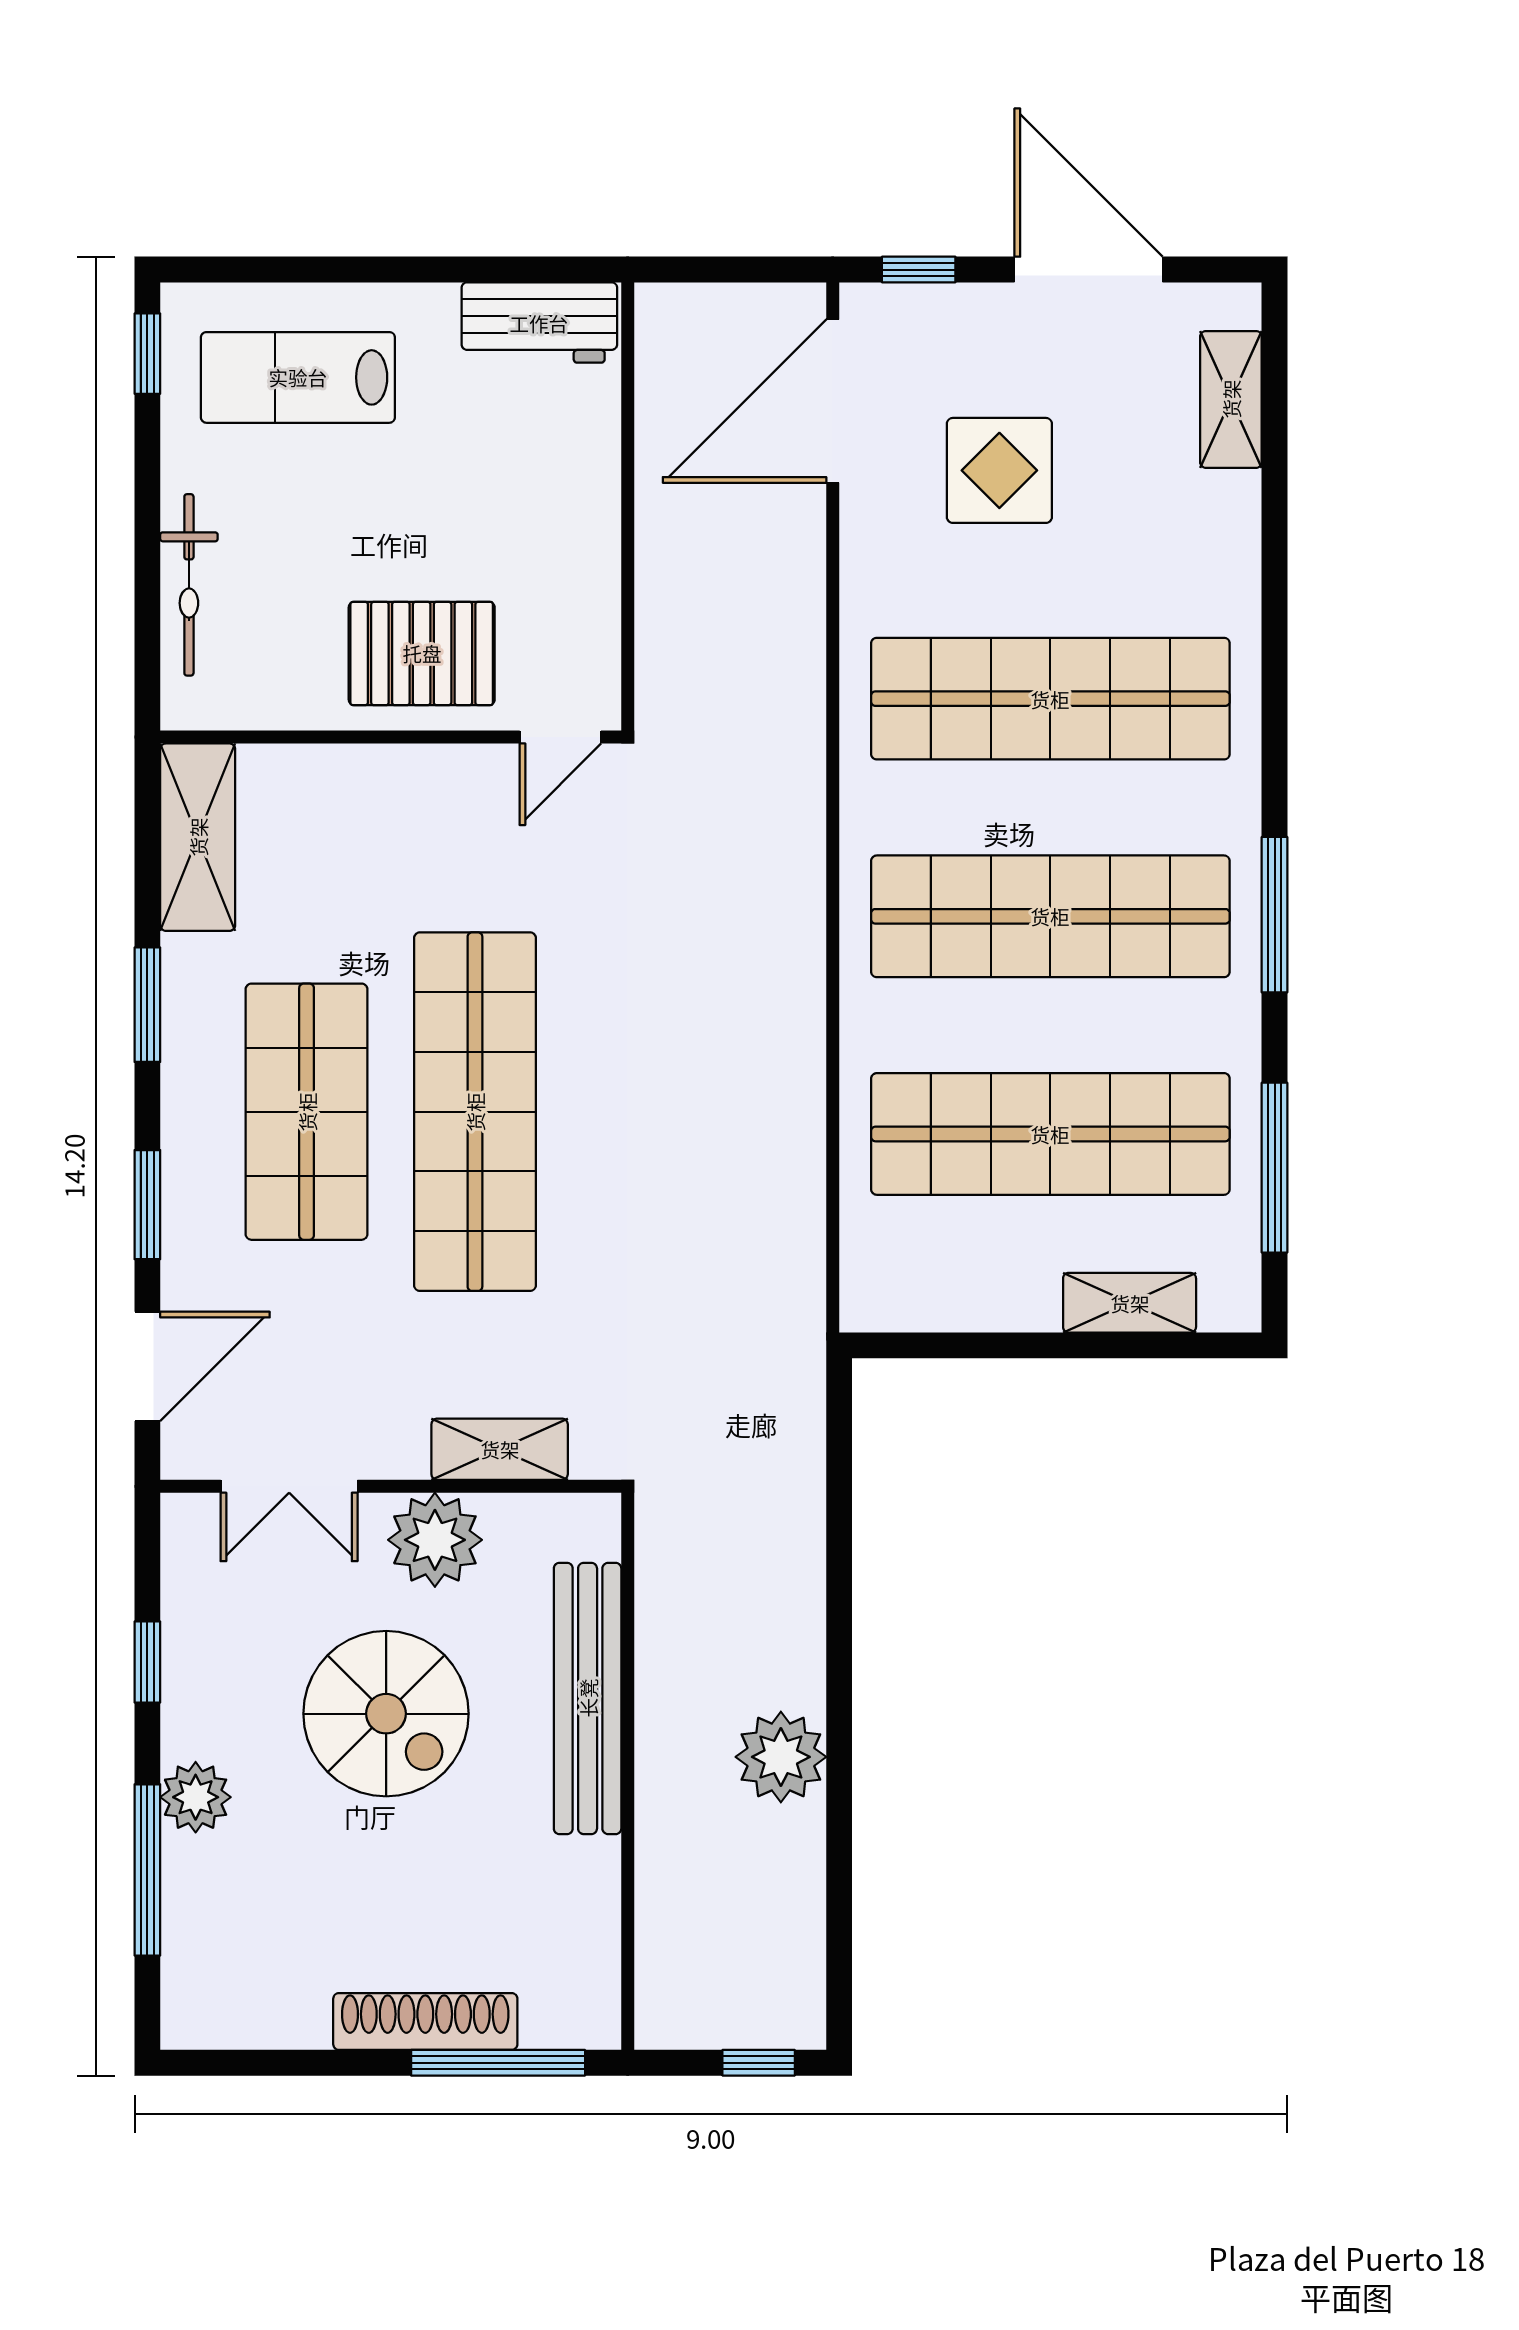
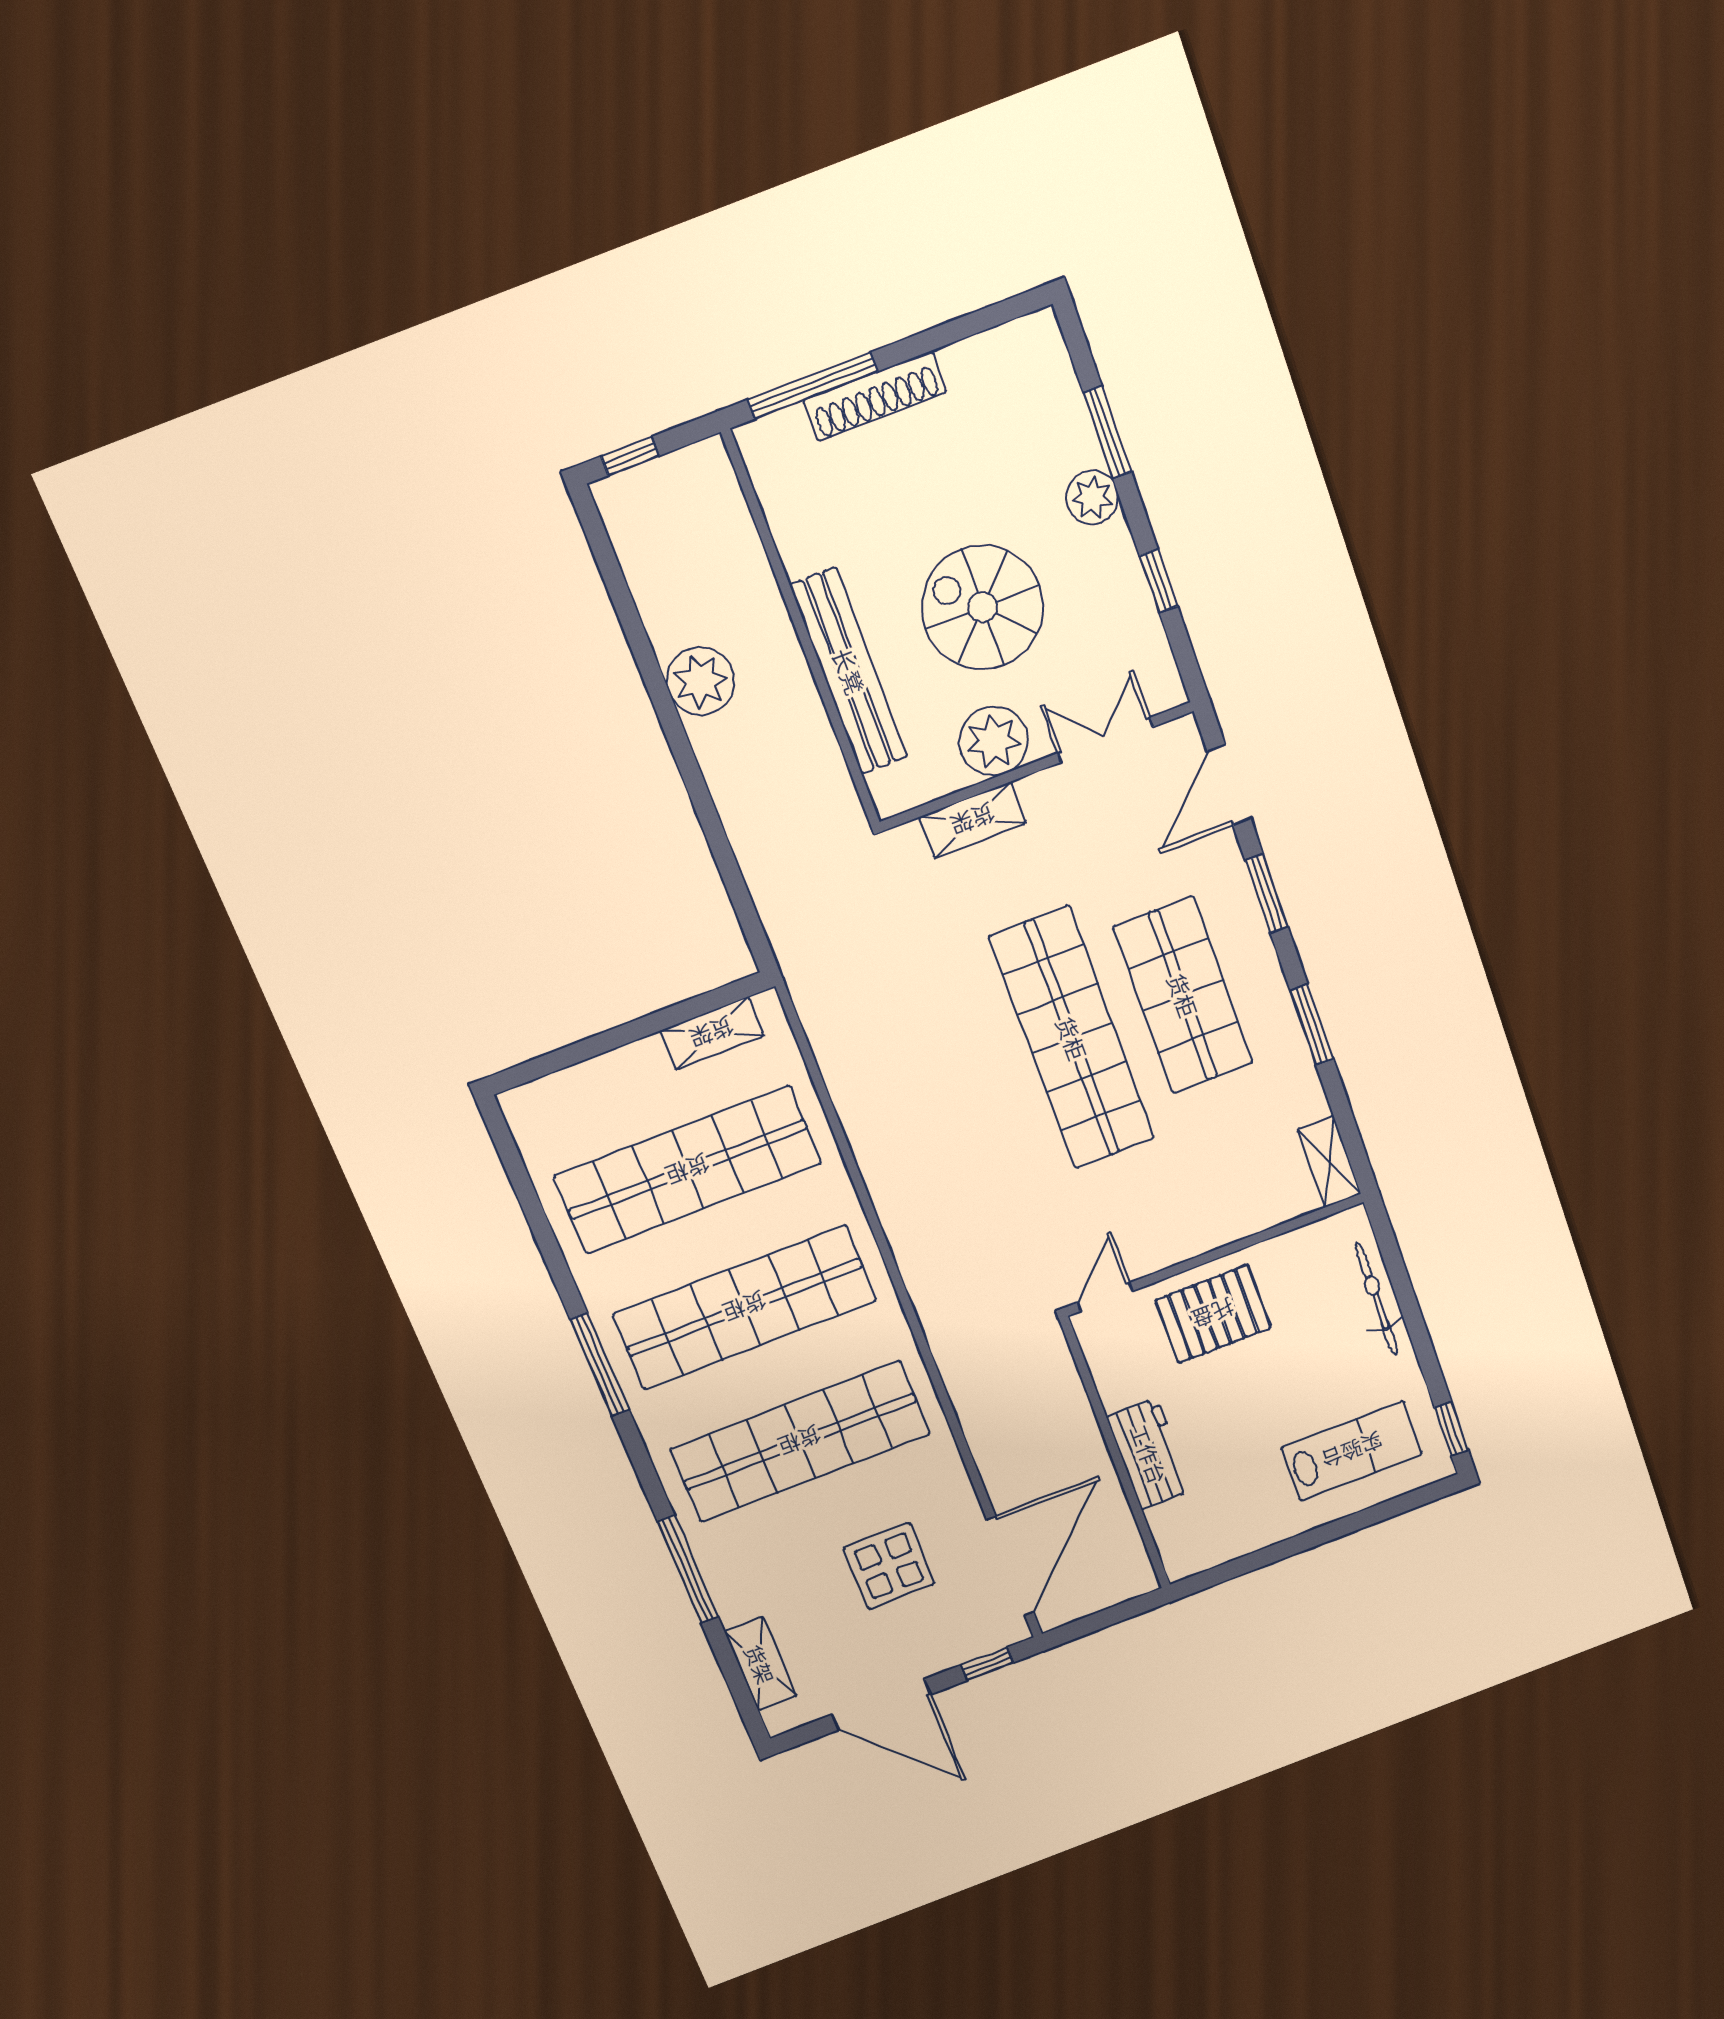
workbench: (539, 323) -> (1149, 1454), moved, turned 90
shelving: (198, 837) -> (1329, 1162), width x0.67, depth x0.75
window: (1275, 1168) -> (688, 1569), moved
shelving: (1130, 1303) -> (712, 1033), moved
window: (147, 1870) -> (1107, 432), width x0.69

